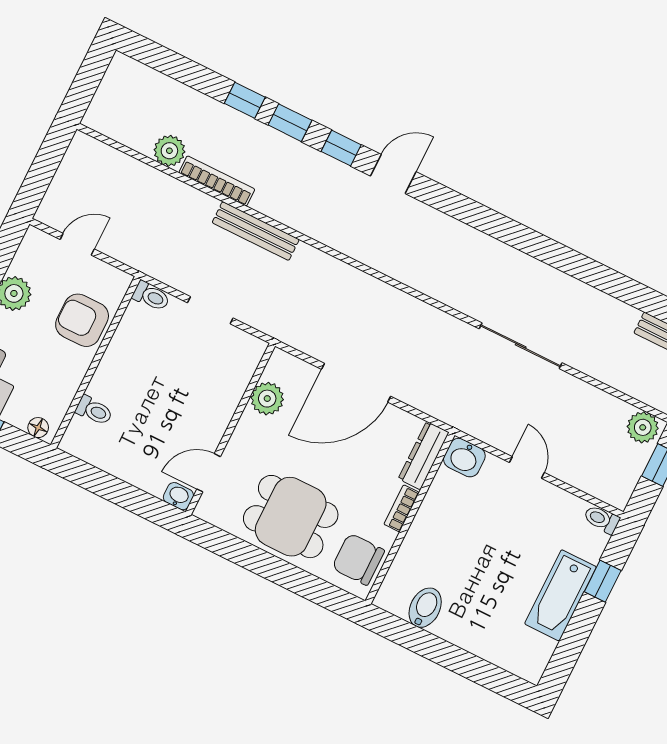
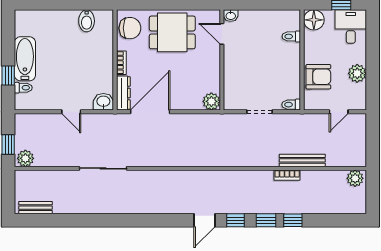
plant: (169, 151) -> (355, 178), moved
bookcase: (217, 181) -> (287, 175), width x0.64
bench: (256, 231) -> (302, 160), moved
door: (356, 383) -> (150, 112), moved
plant: (267, 399) -> (211, 101), moved
floor lamp: (38, 428) -> (314, 20), width x1.89, depth x1.89
door: (209, 473) -> (222, 34), swing flipped
toilet: (602, 519) -> (23, 88), moved

